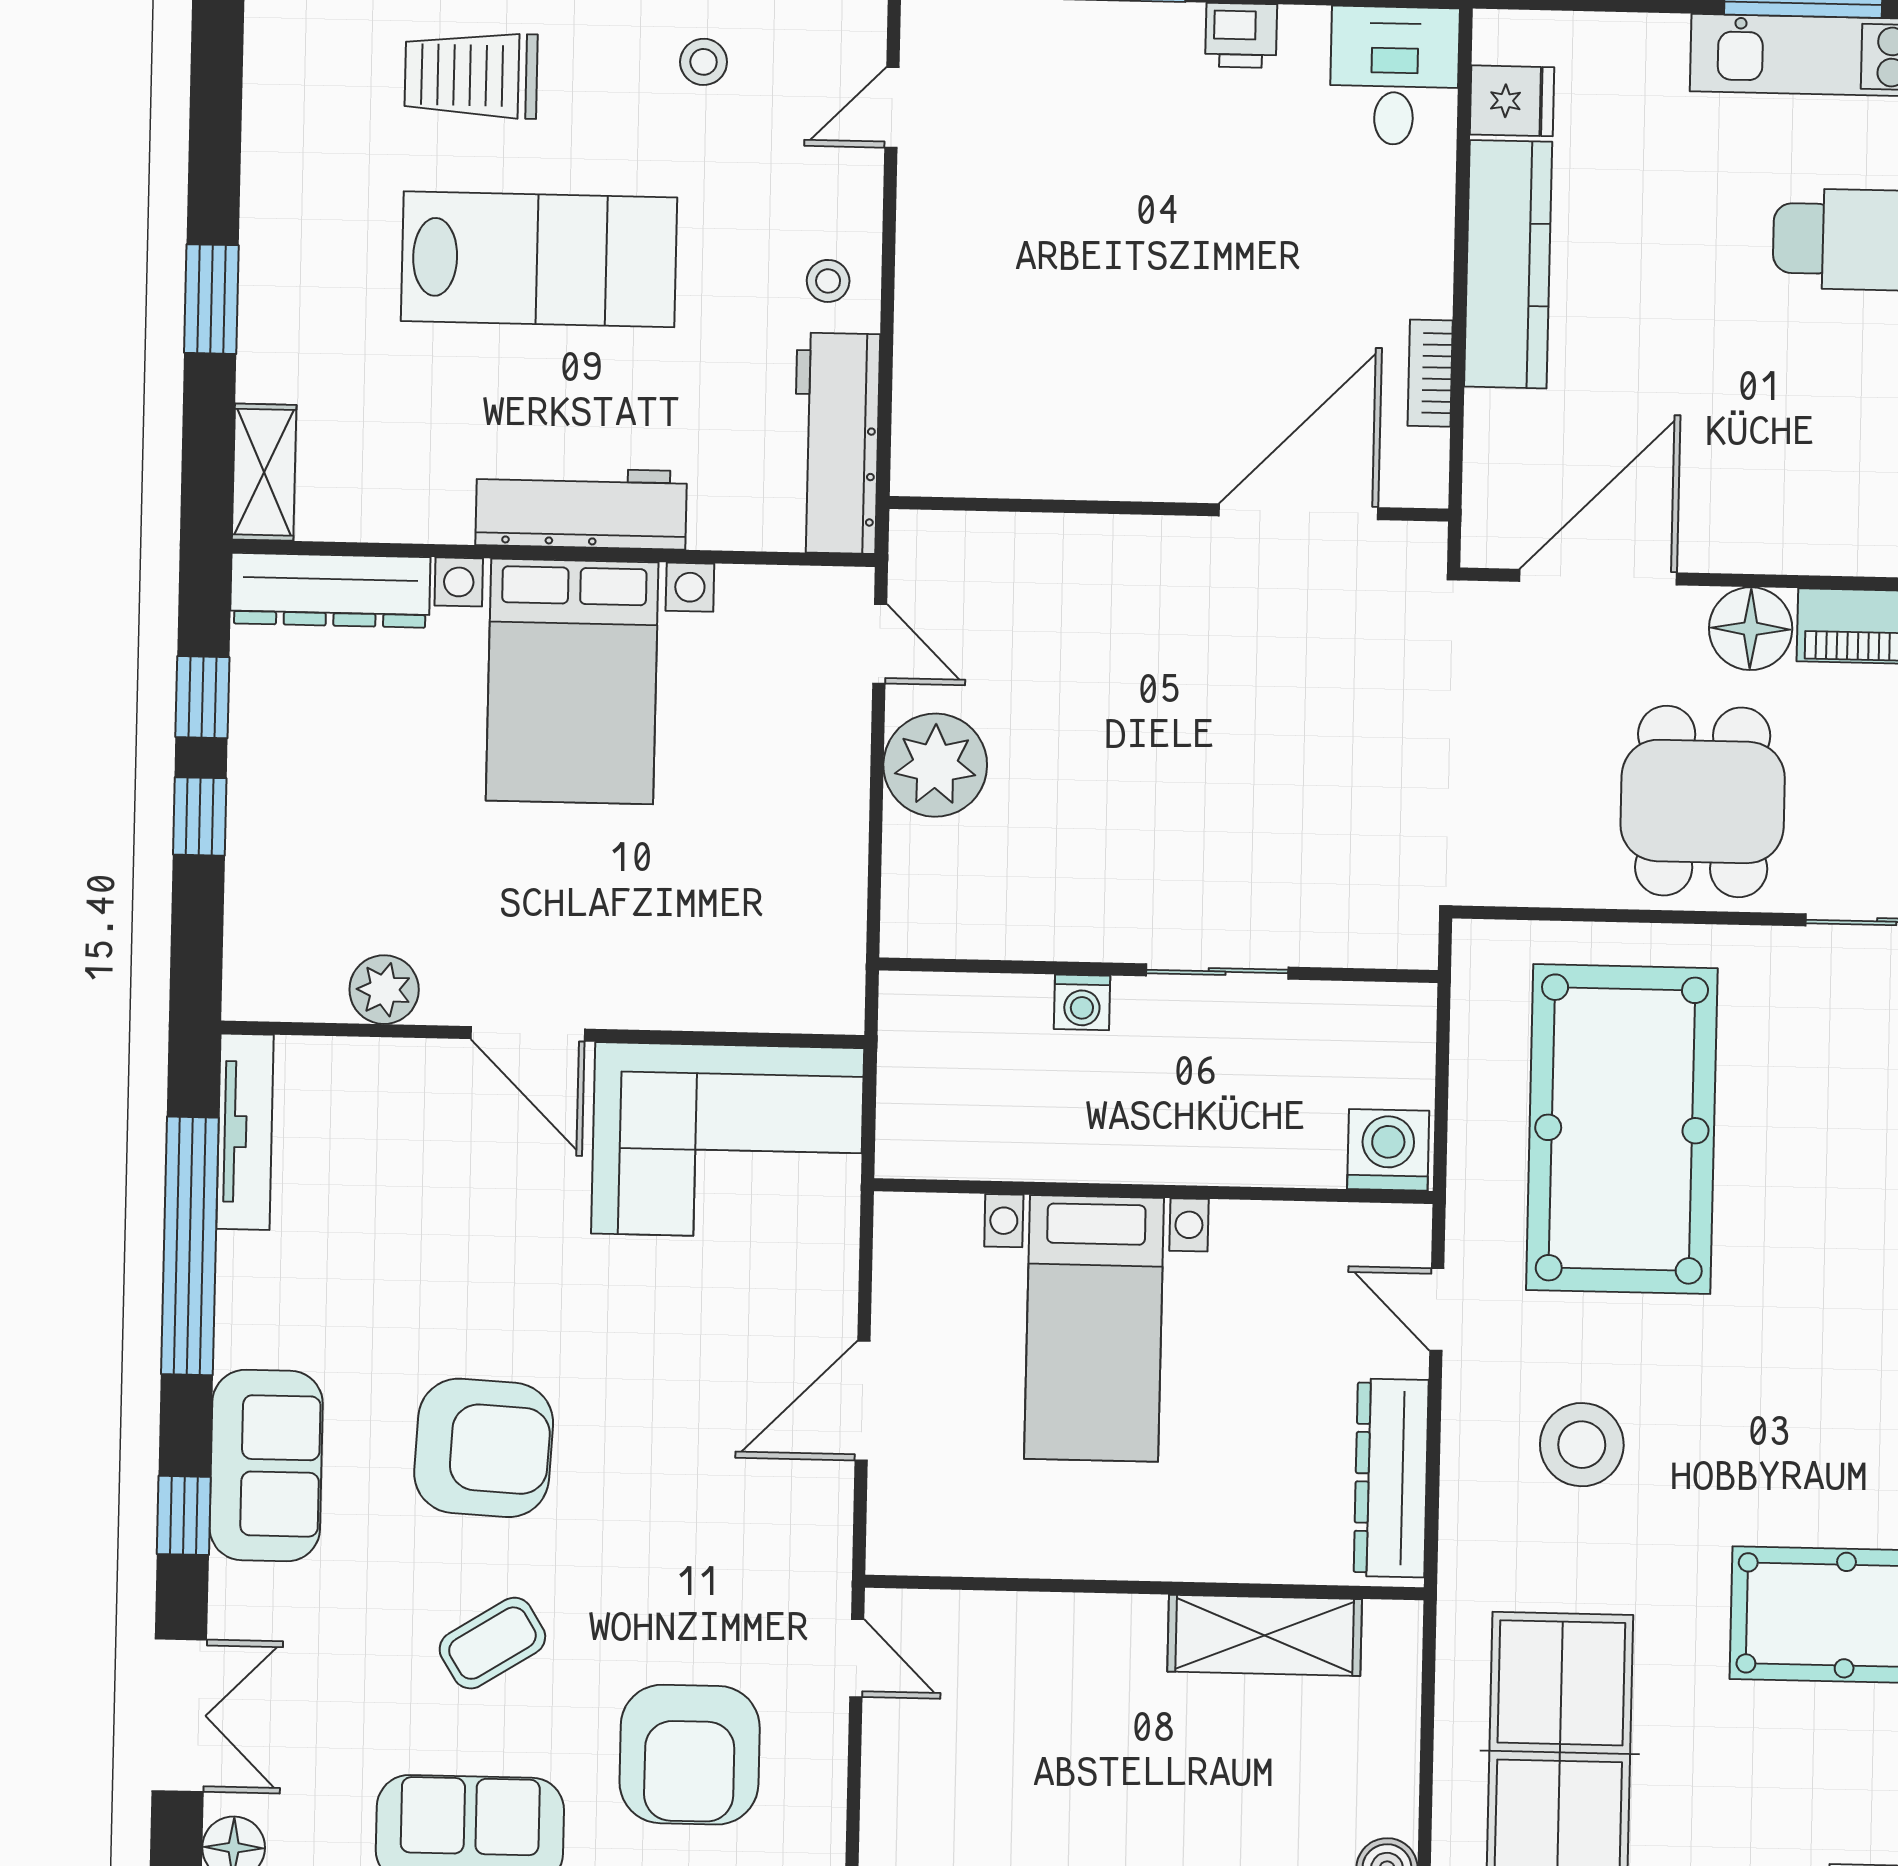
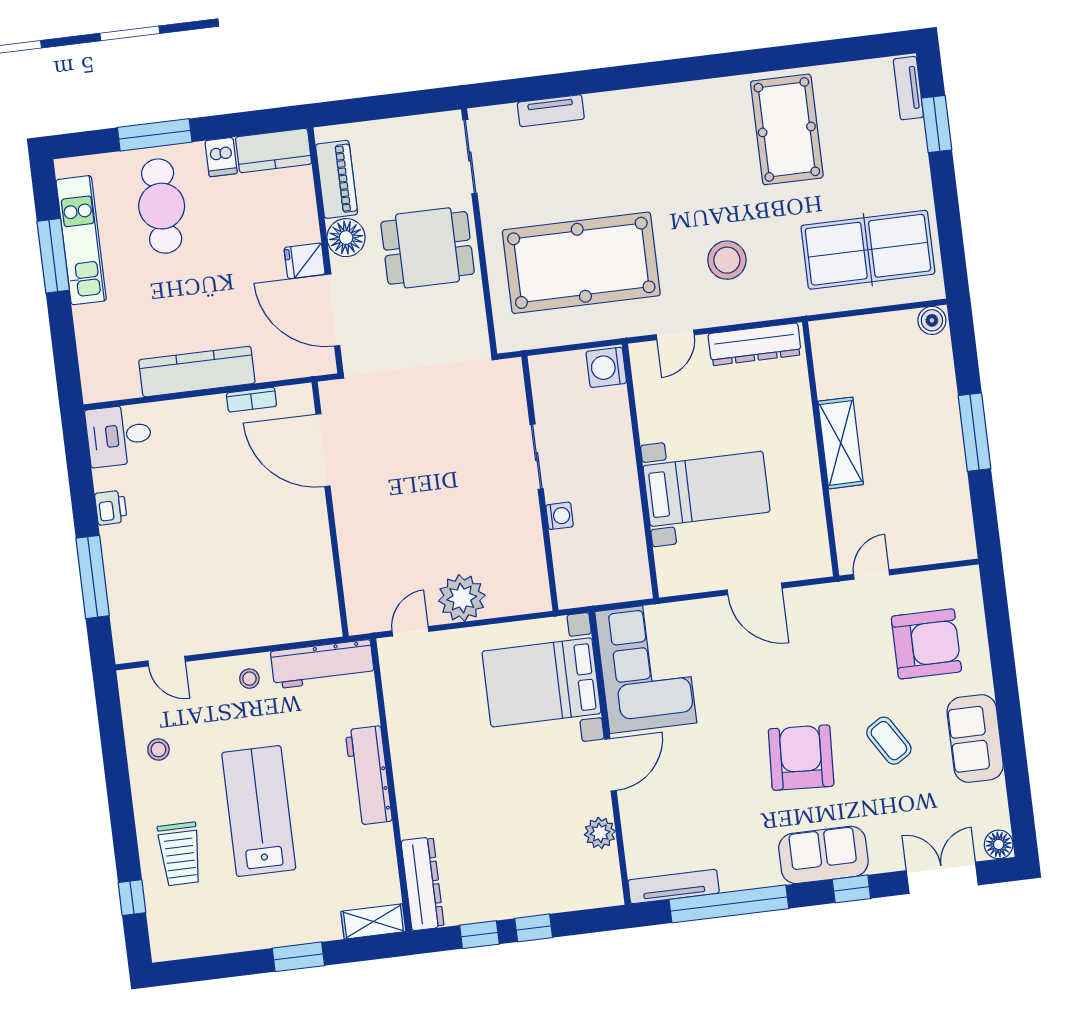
fridge: (1512, 101) -> (305, 261), moved, turned -90
bed with nightstands: (572, 681) -> (541, 682), moved, turned 180
shelving: (1265, 1635) -> (841, 443), moved

